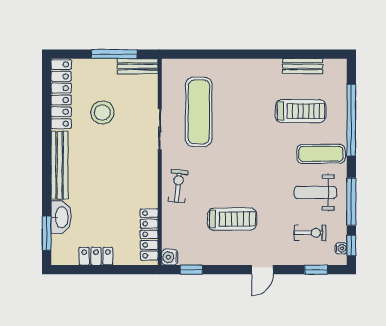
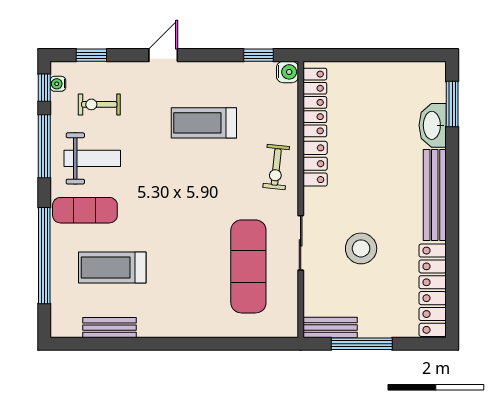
stool: (102, 112) -> (361, 248), moved
locker: (96, 256) -> (315, 164), moved, turned -90

